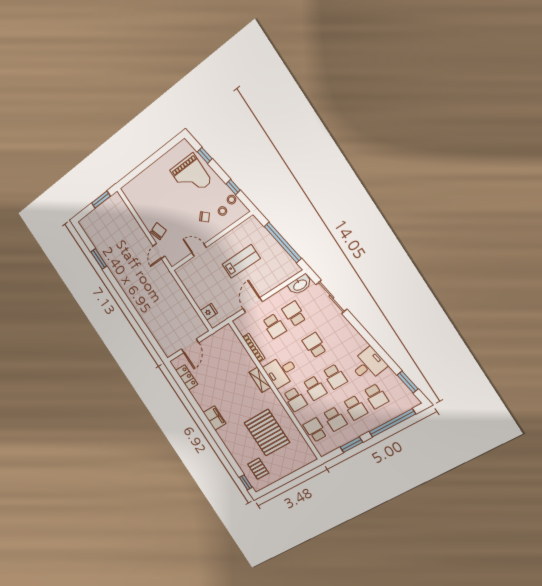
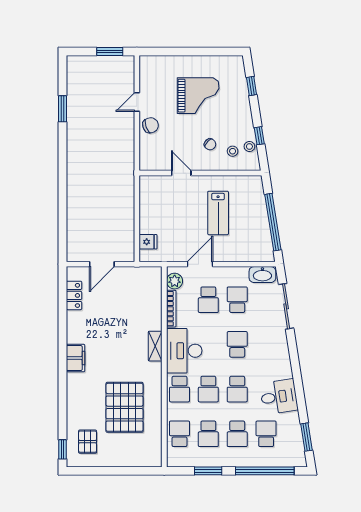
grand piano: (191, 176) -> (198, 96), moved, turned -90
door: (159, 251) -> (137, 102), moved
lab bench: (241, 261) -> (218, 213), turned 90
plant: (243, 328) -> (175, 281), added
desk: (281, 371) -> (184, 351), width x1.37
school desk: (376, 396) -> (266, 434), turned 180

